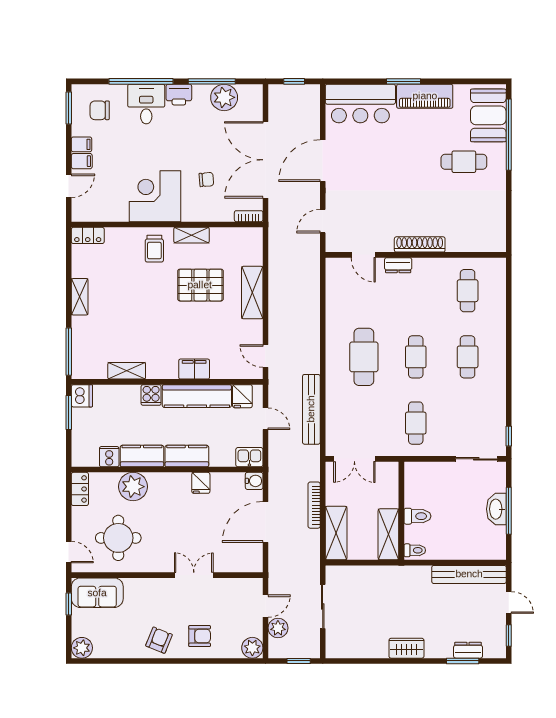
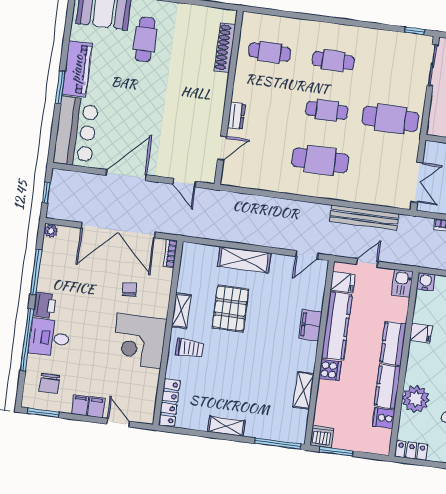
plant: (224, 97) -> (51, 231), moved, width x0.53, depth x0.53
door: (323, 161) -> (126, 175), swing flipped
locker: (88, 235) -> (169, 402), width x1.53
shoe rack: (420, 244) -> (225, 48), moved
cafe table: (416, 423) -> (390, 119), width x1.37, depth x1.35

